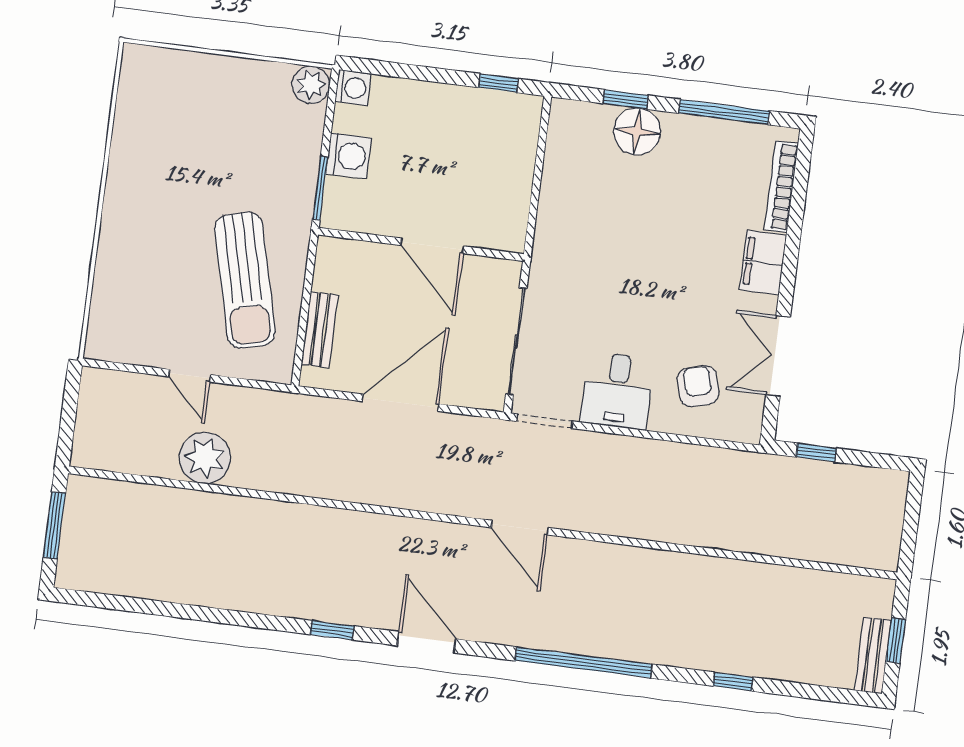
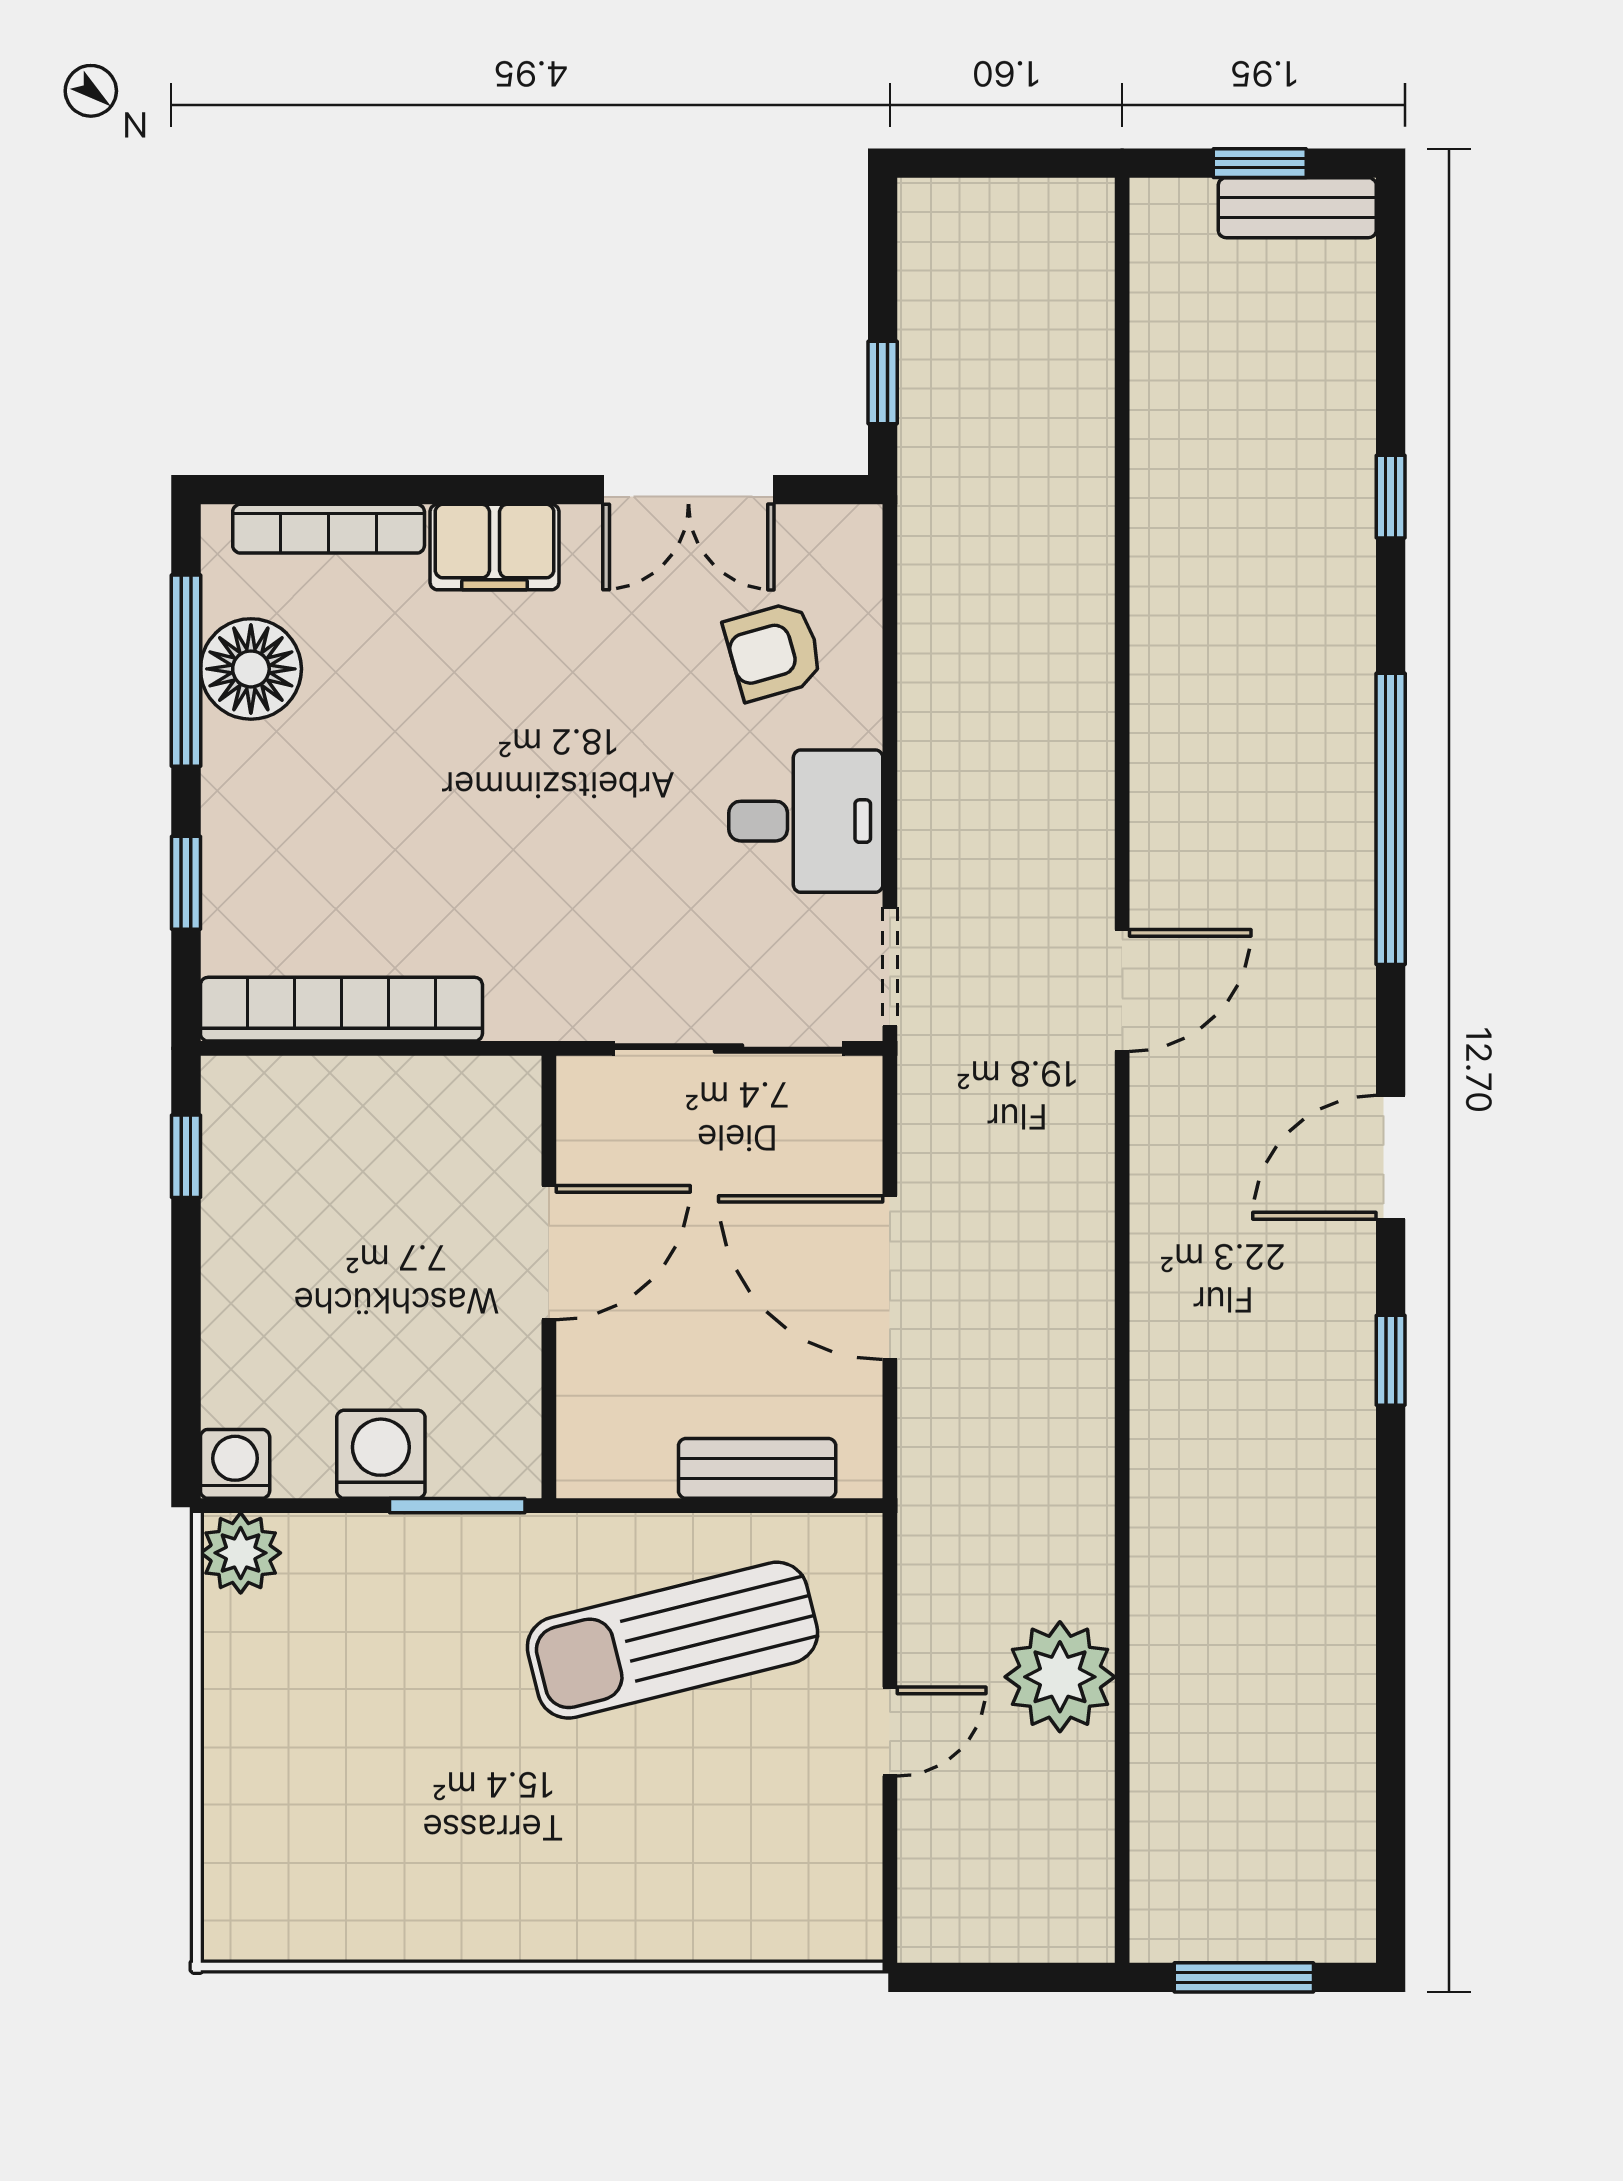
floor lamp: (637, 131) -> (251, 669), moved
bookcase: (558, 164) -> (341, 1009), added
sun lounger: (245, 280) -> (672, 1640), turned 180

